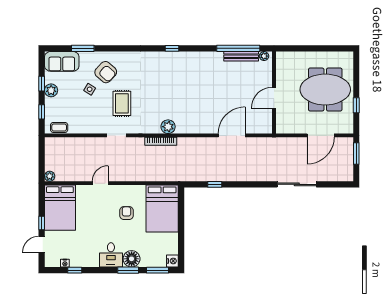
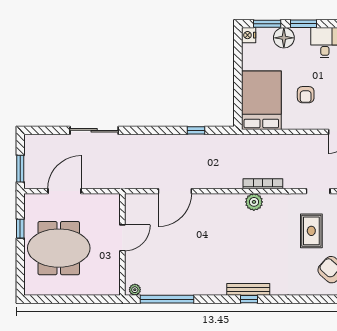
bench: (241, 56) -> (248, 289), moved
floor lamp: (132, 259) -> (284, 38), moved

